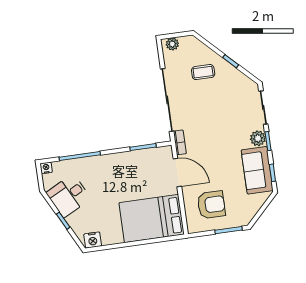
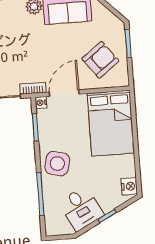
nightstand: (46, 168) -> (41, 103), moved
side table: (110, 170) -> (57, 164), added
armchair: (211, 205) -> (100, 60), turned 53

